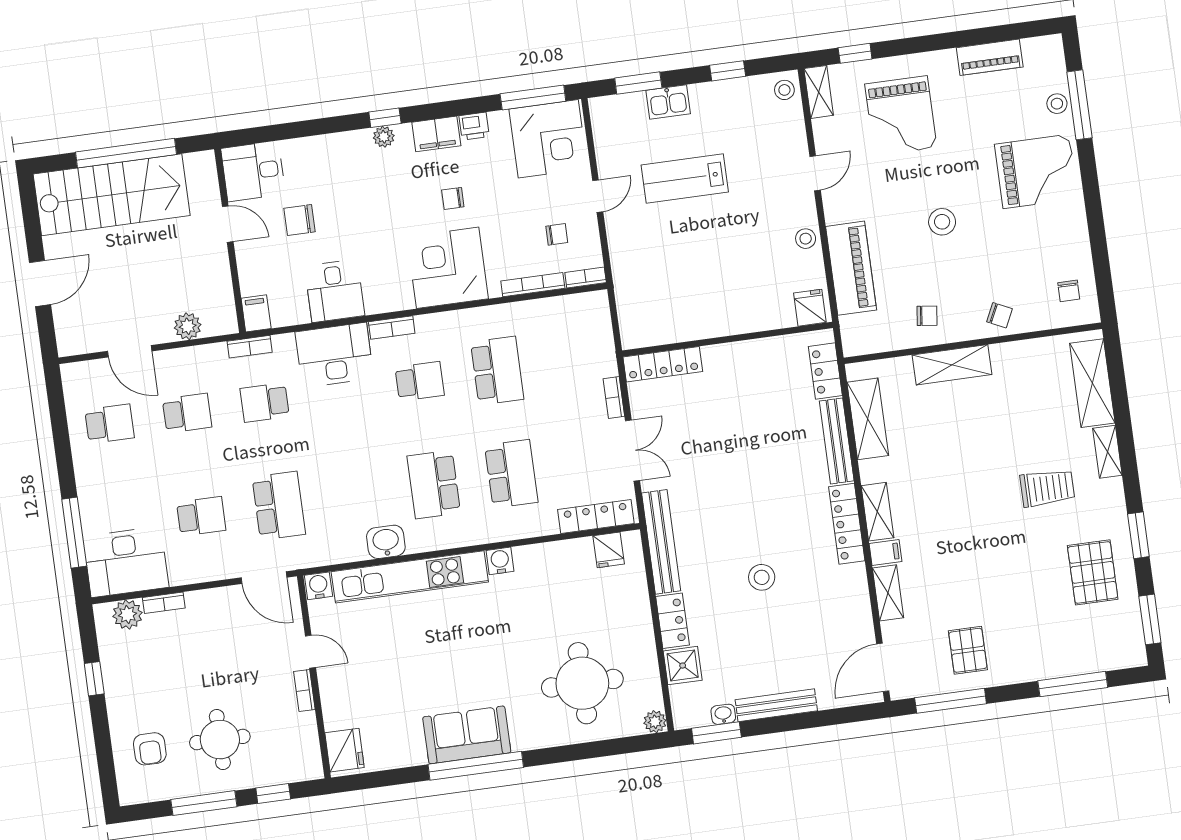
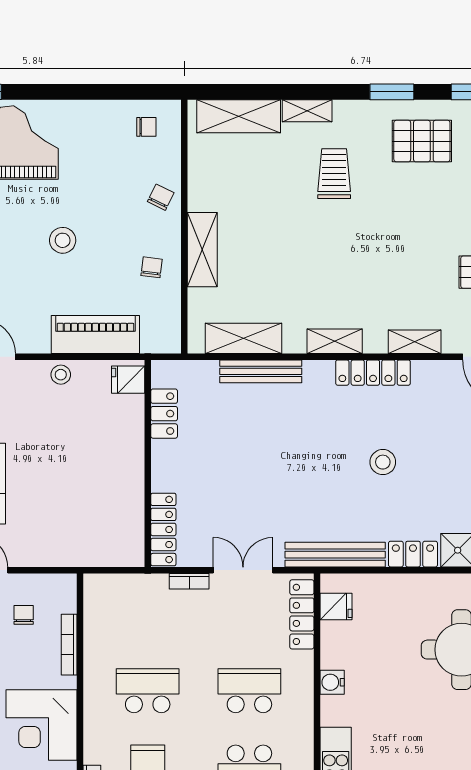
bookcase: (586, 277) -> (69, 593), removed
locker: (825, 371) -> (164, 414), moved, turned -90
locker: (847, 524) -> (373, 373), moved
filing cabinet: (885, 552) -> (375, 339), removed
water cooler: (500, 561) -> (332, 682), moved

